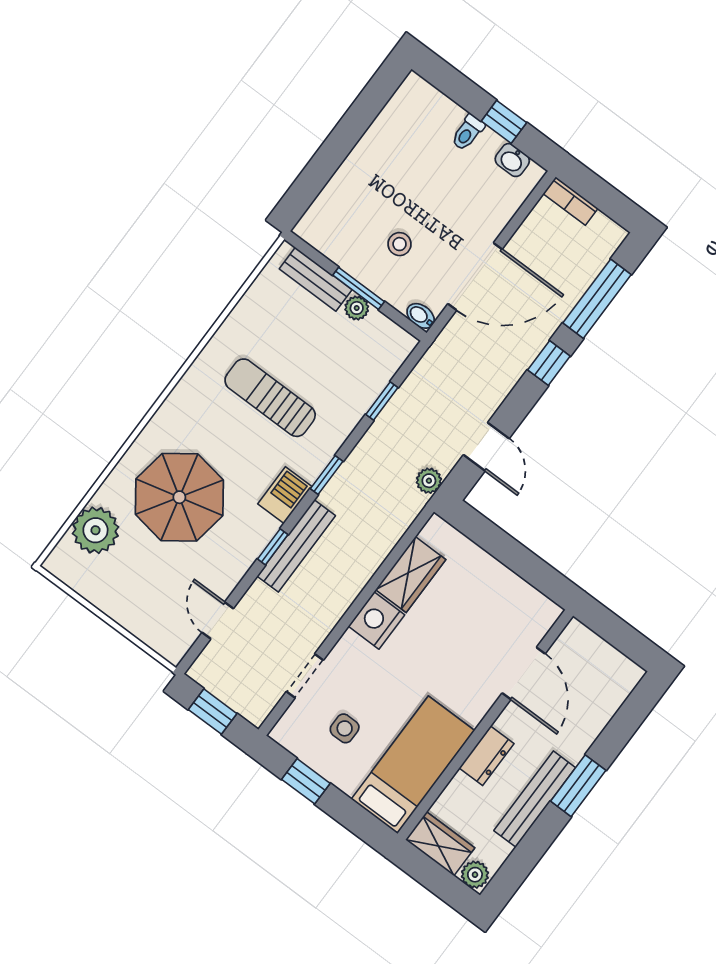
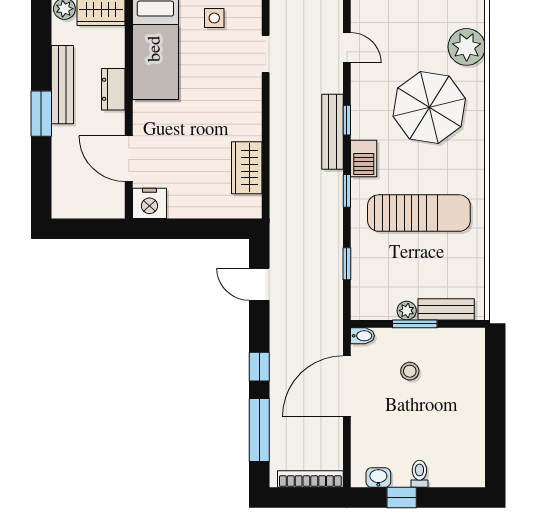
bookcase: (571, 201) -> (310, 479), width x1.56
sun lounger: (270, 398) -> (419, 213), width x1.36, depth x1.34
plant: (429, 481) -> (280, 236), removed
nightstand: (376, 620) -> (149, 203), moved, turned 90
side table: (345, 728) -> (214, 18), moved

